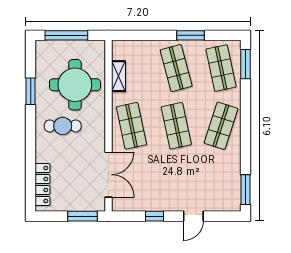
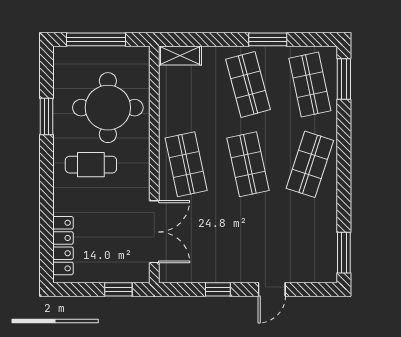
shelving: (119, 76) -> (180, 55), moved, turned 90
window: (83, 216) -> (118, 289), width x0.67

